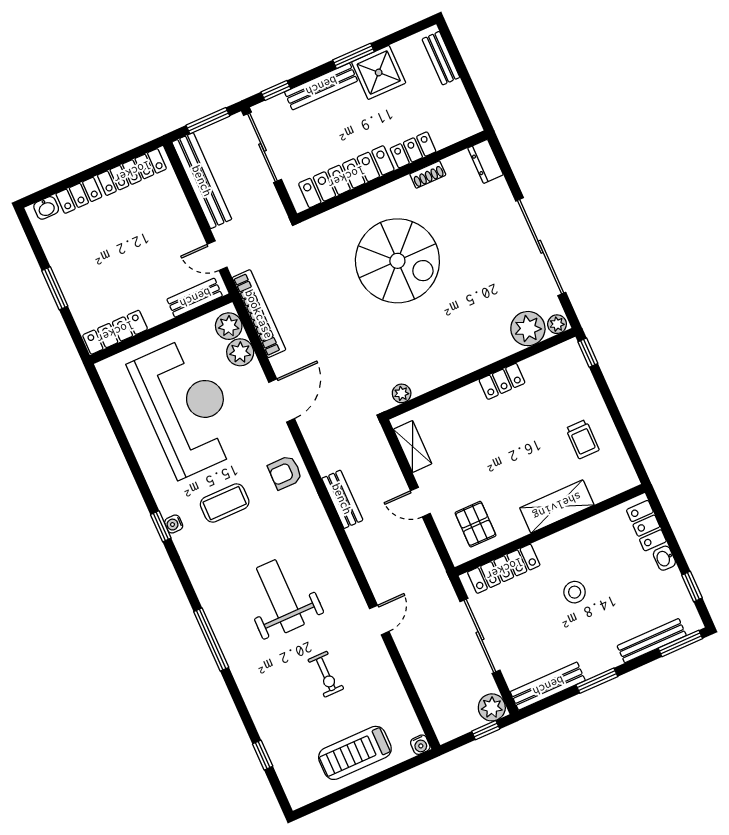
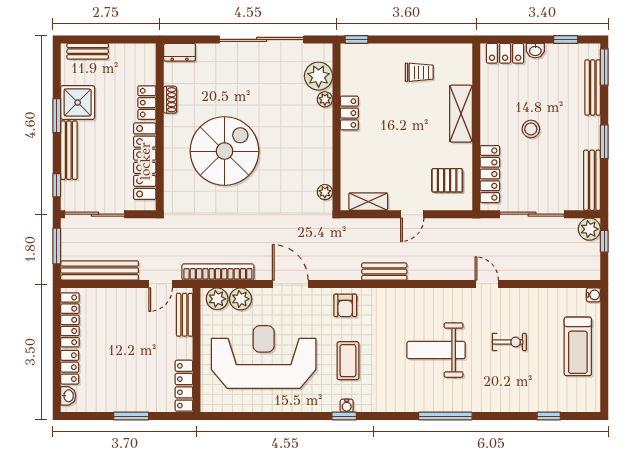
plant: (557, 324) -> (325, 99), moved

